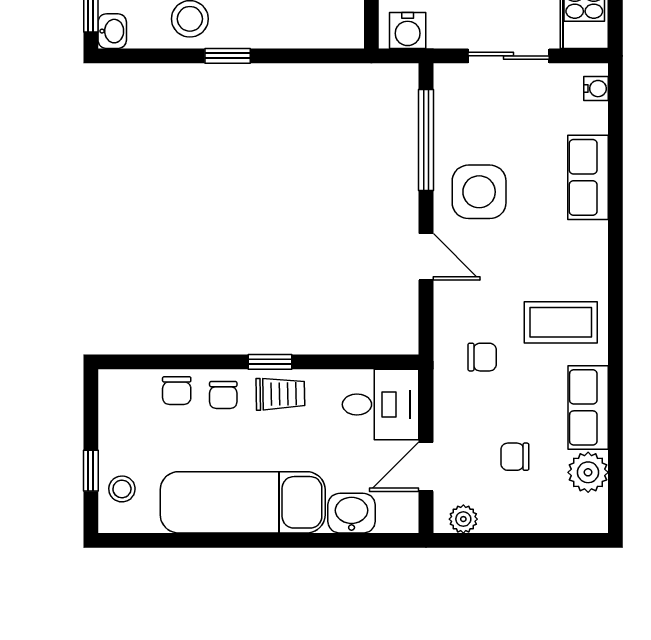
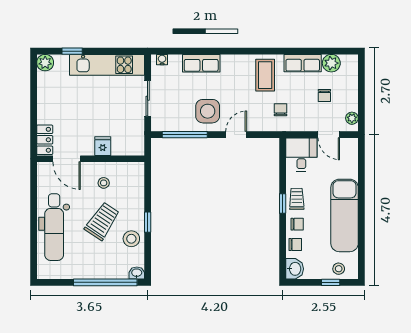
water cooler: (408, 31) -> (136, 143), removed
washbasin: (352, 513) -> (295, 269), moved, turned 180

